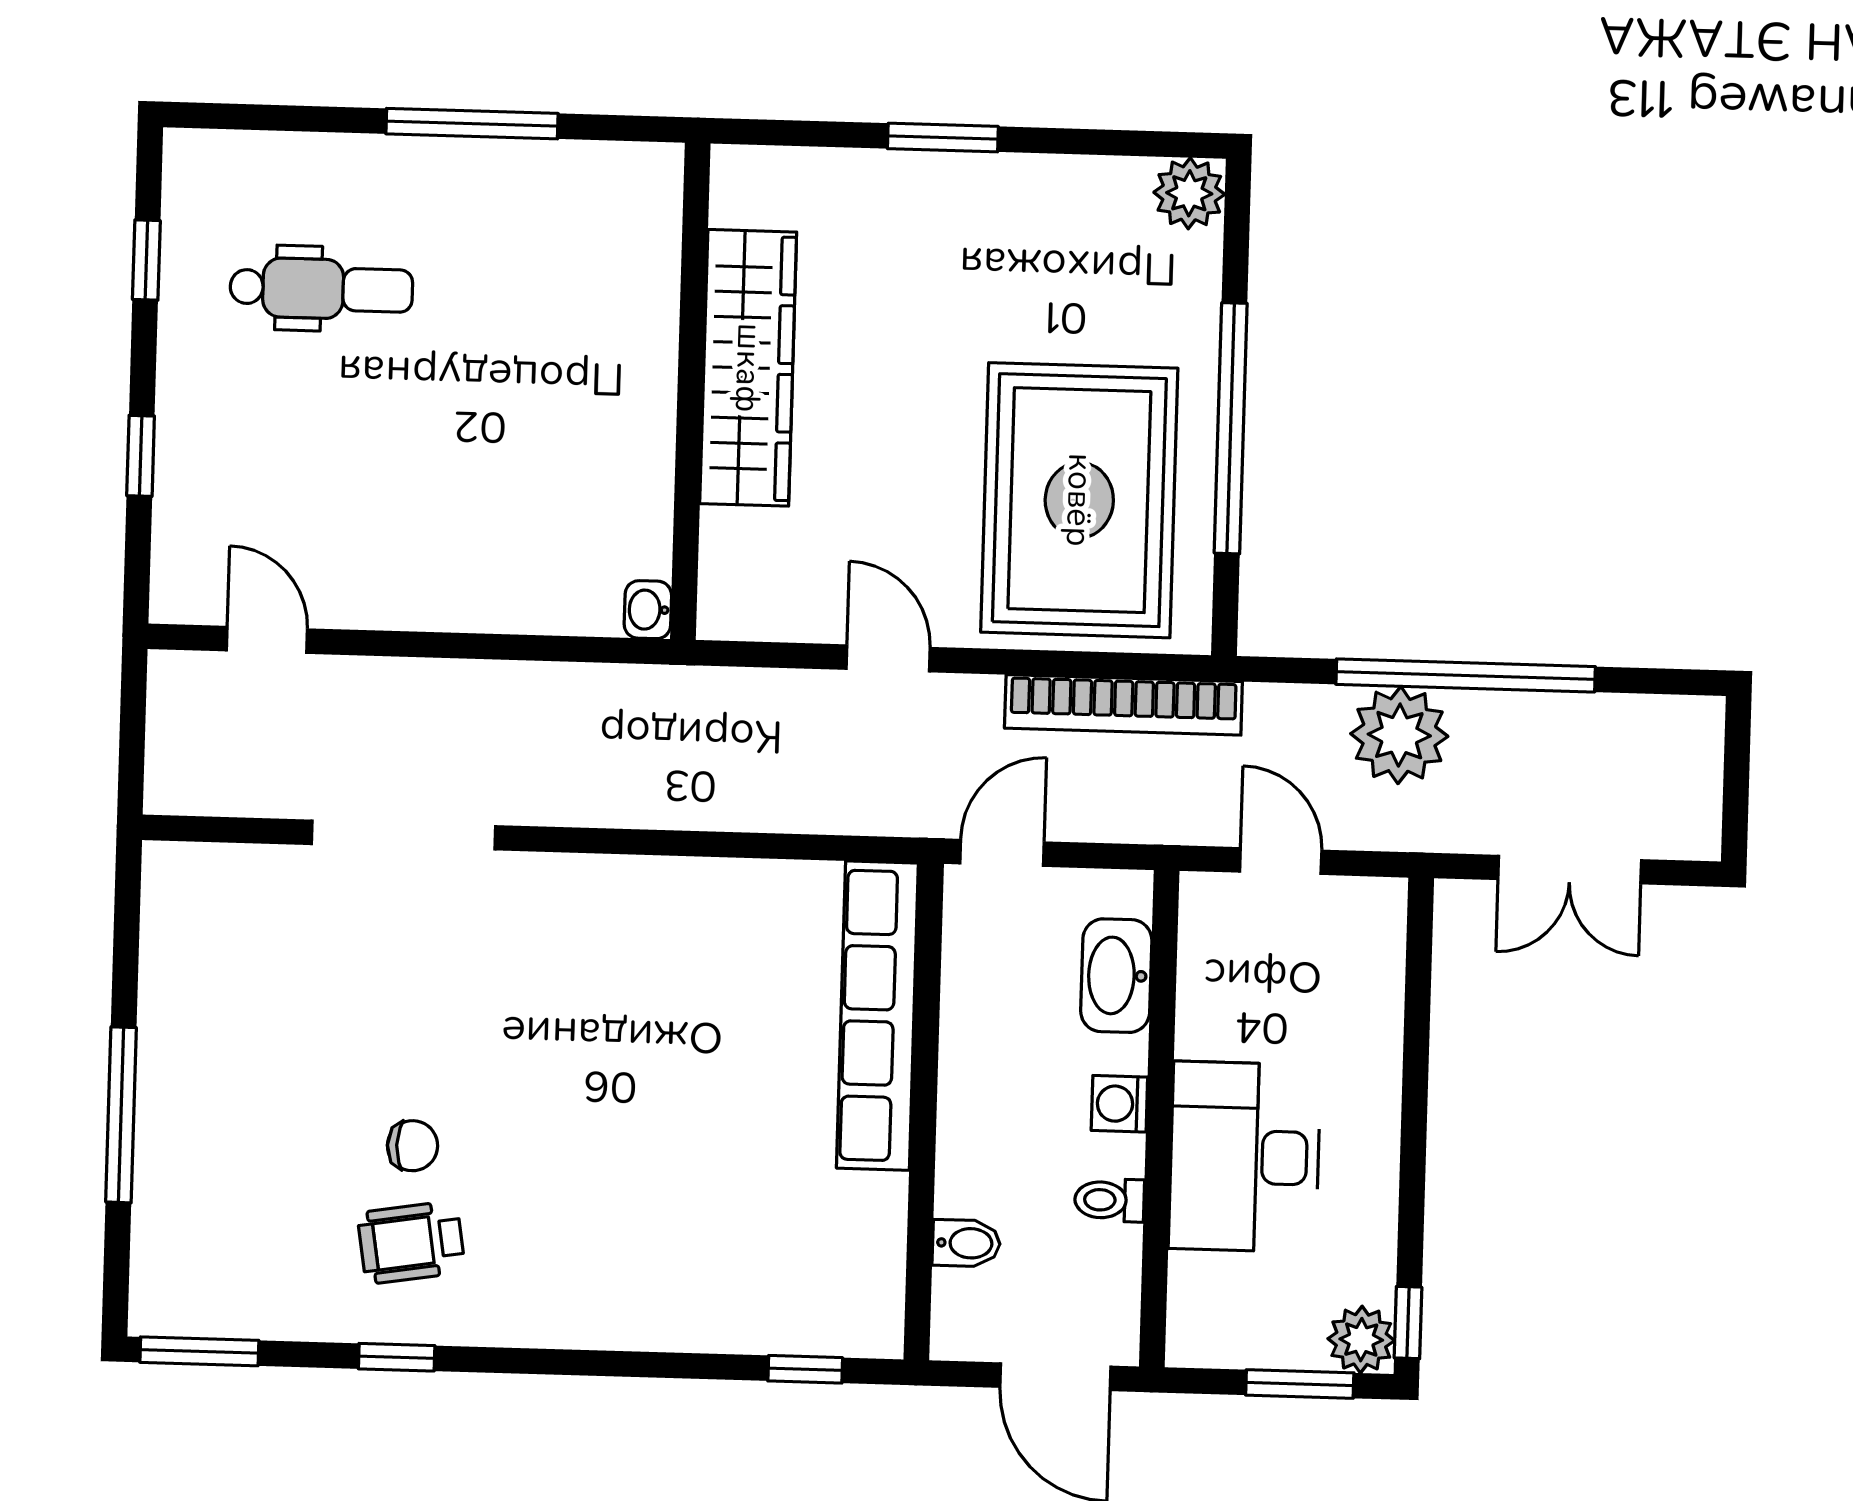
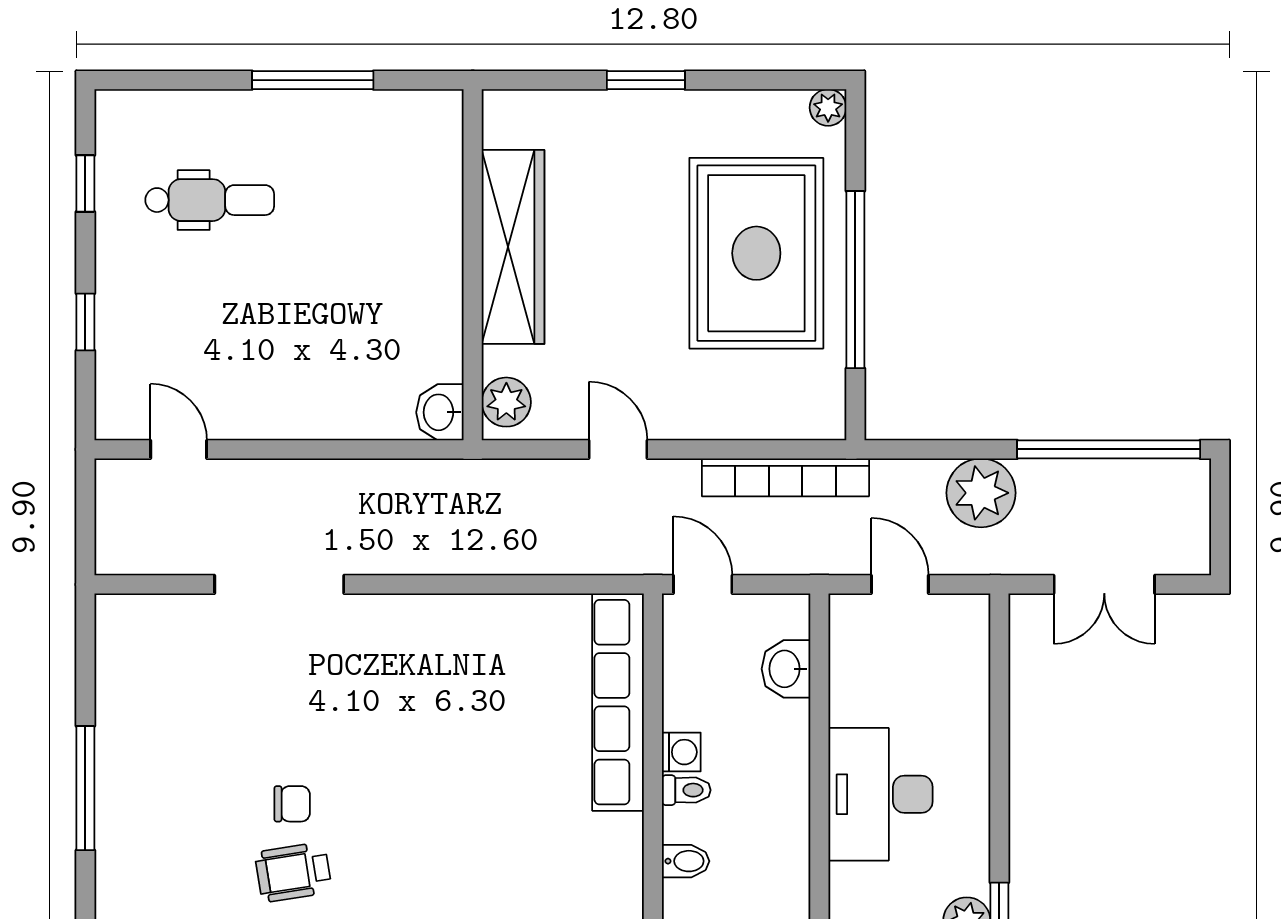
plant: (1189, 193) -> (828, 108), width x0.73, depth x0.73
rug: (1079, 500) -> (756, 253), moved
plant: (732, 587) -> (506, 402), added
washbasin: (648, 610) -> (440, 412), width x1.38, depth x1.45
window: (1466, 675) -> (1109, 449), moved
door: (1002, 853) -> (703, 584), hinge flipped
washbasin: (1116, 976) -> (786, 669), width x0.72
washing machine: (1119, 1104) -> (681, 752), moved, turned 180
toilet: (1110, 1200) -> (686, 790), moved, turned 180

